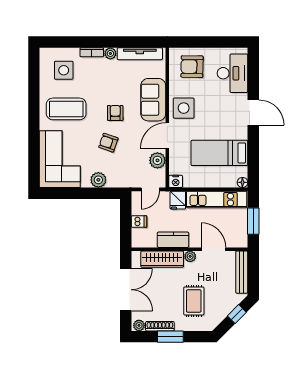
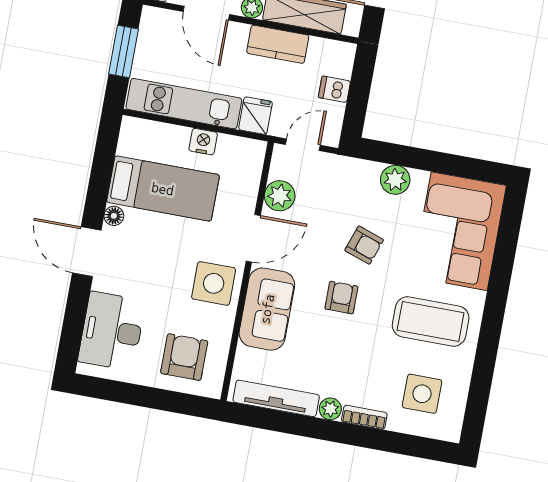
armchair: (192, 67) -> (184, 357), turned -91
armchair: (115, 113) -> (341, 298), turned 180
nightstand: (176, 181) -> (203, 142), moved
floor lamp: (242, 182) -> (114, 216), moved

